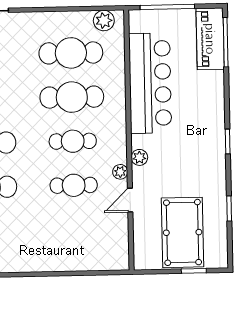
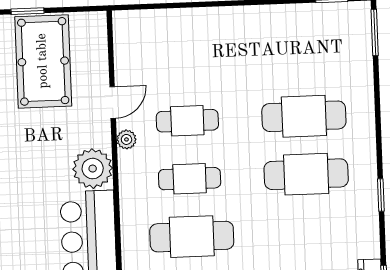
plant: (139, 157) -> (93, 169), width x1.88, depth x1.88

